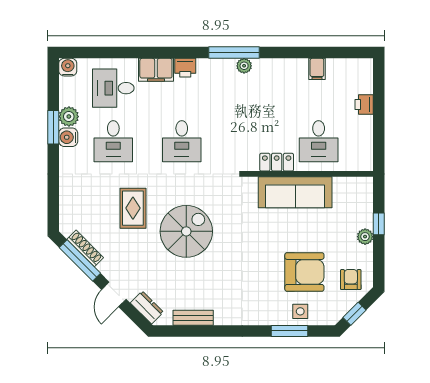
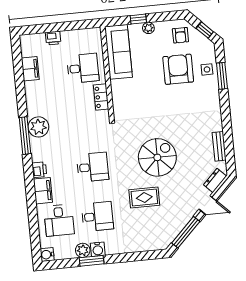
plant: (244, 66) -> (38, 127), width x1.87, depth x1.87
filing cabinet: (317, 69) -> (30, 69), width x2.00
sofa: (295, 192) -> (119, 52), moved
spiral stairs: (186, 231) -> (157, 157), turned 90
shoe rack: (85, 248) -> (177, 229), removed
armchair: (351, 280) -> (180, 35), turned -90

